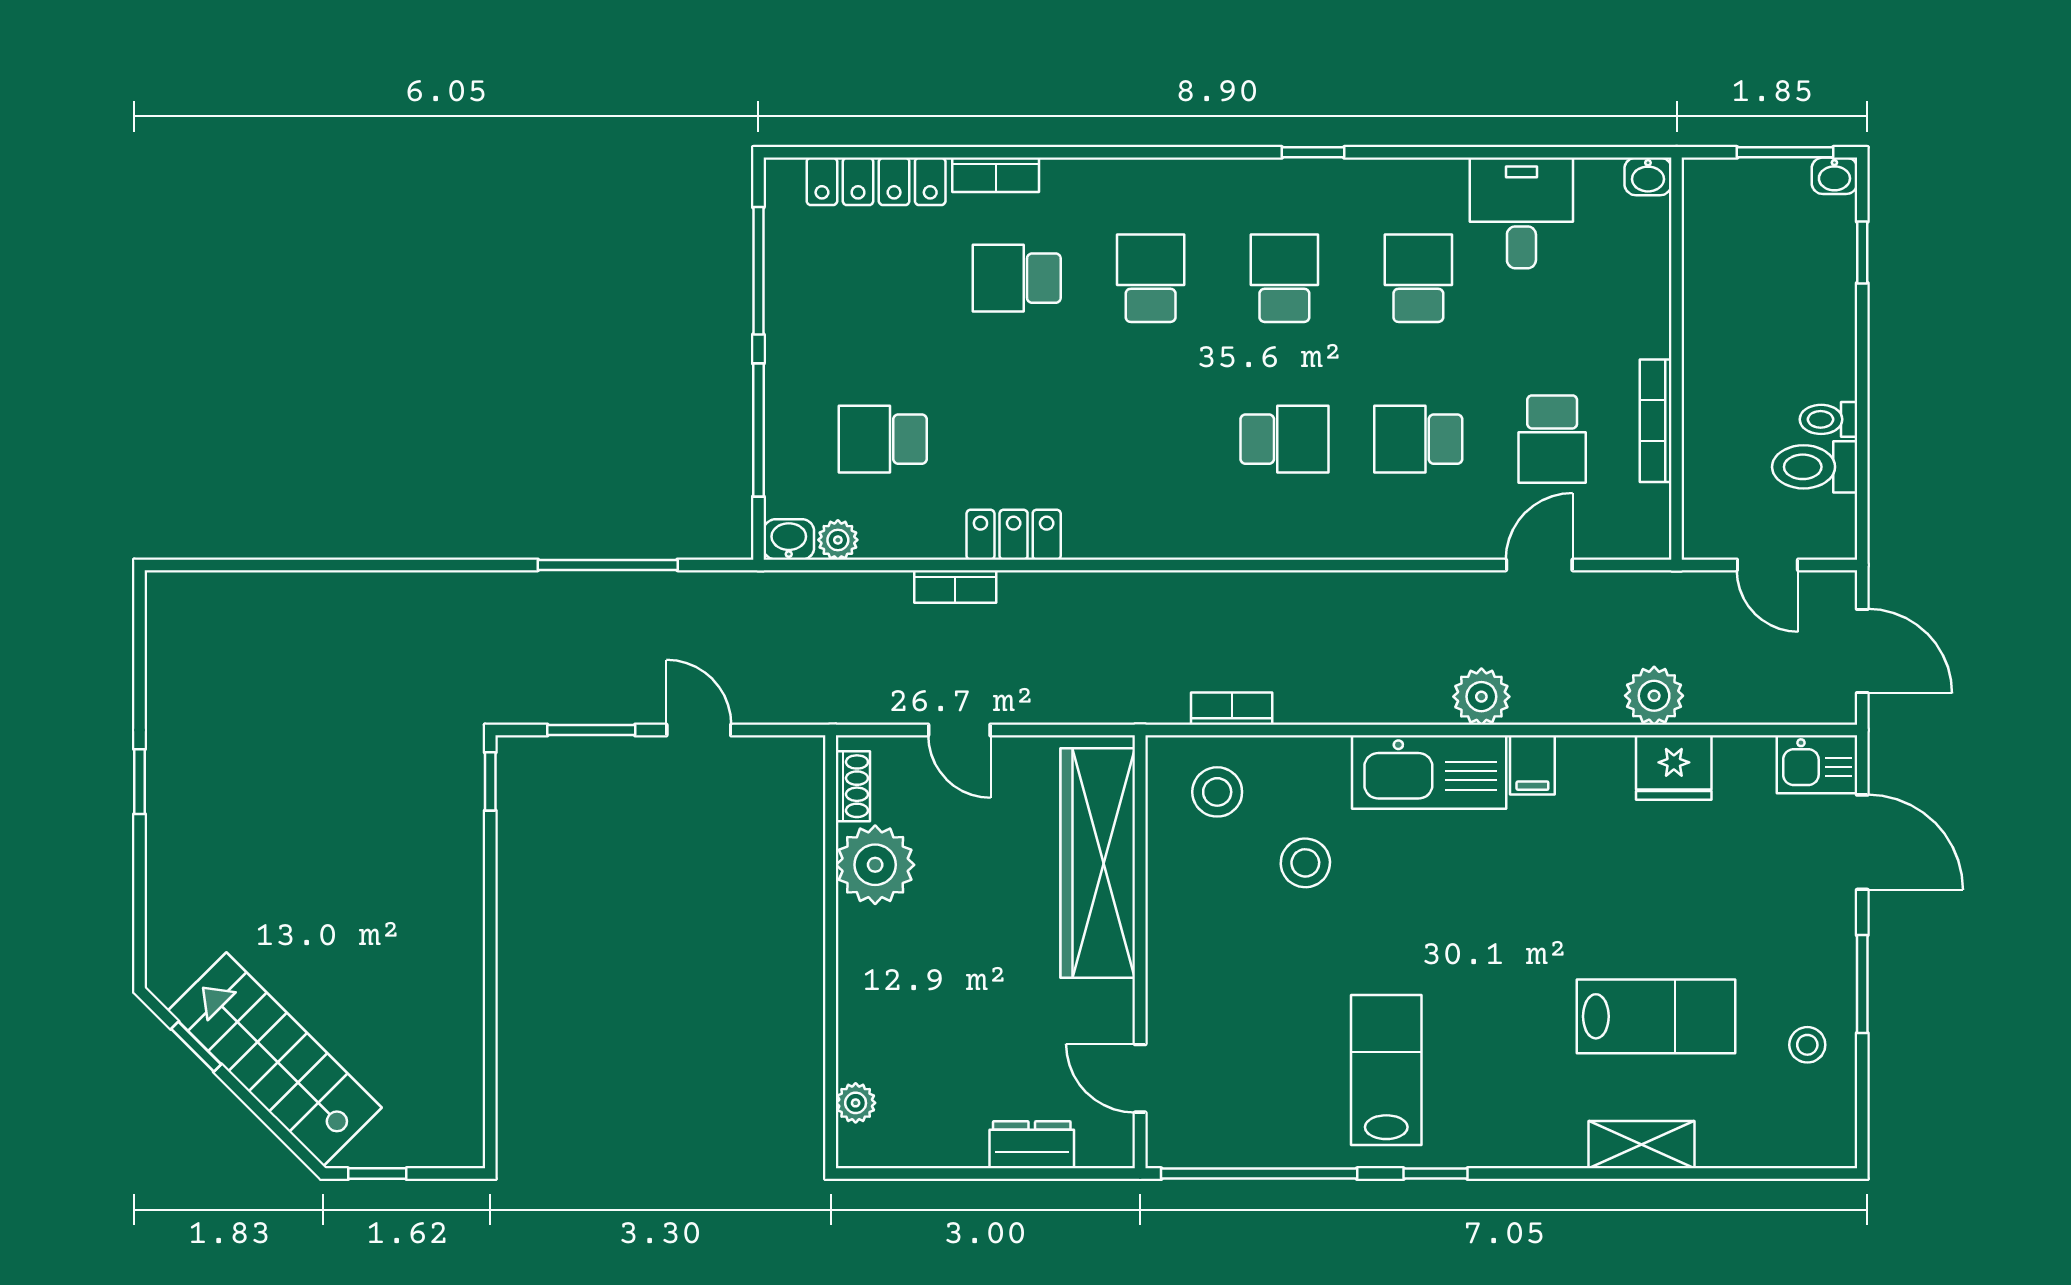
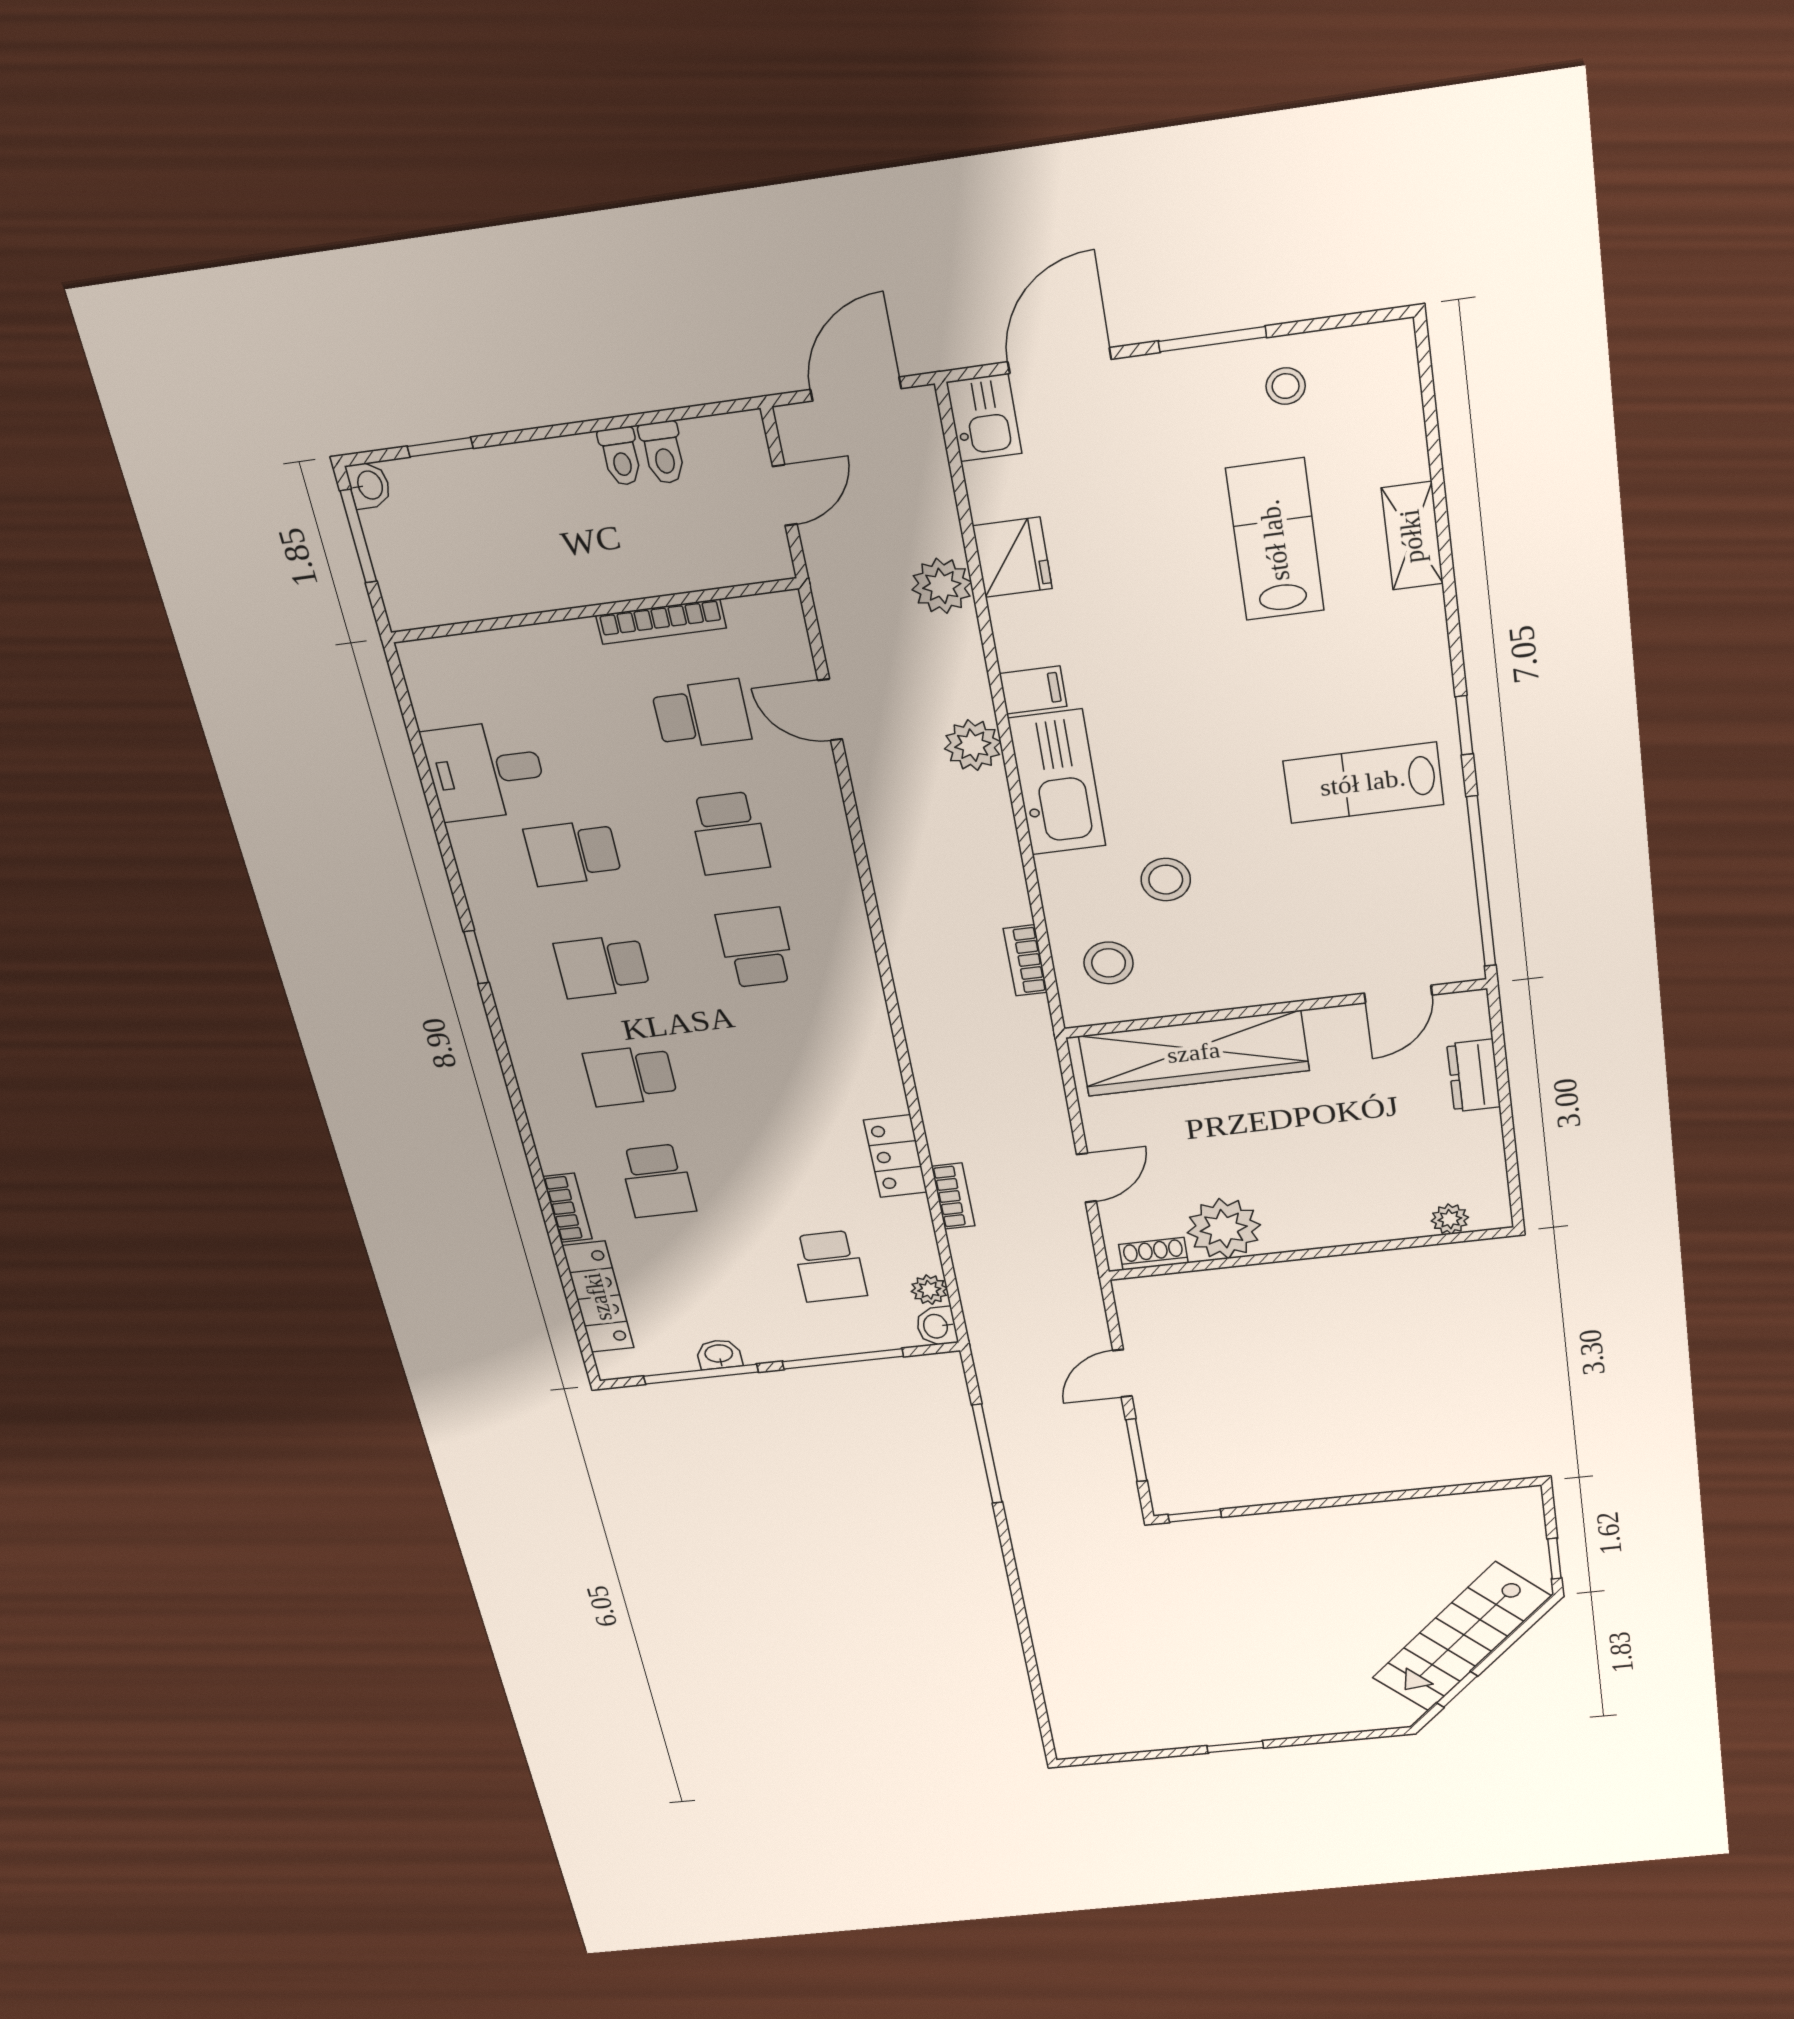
washbasin: (1648, 176) -> (719, 1354), moved, turned -90
toilet: (1815, 467) -> (663, 453), width x0.73, depth x0.72

